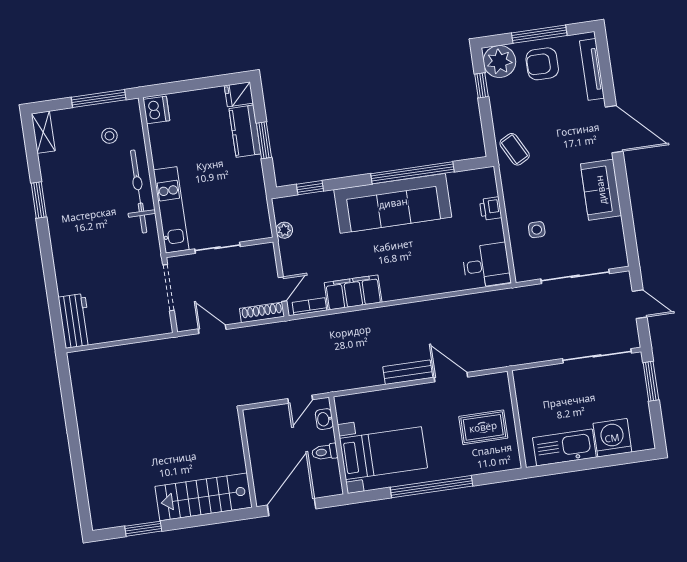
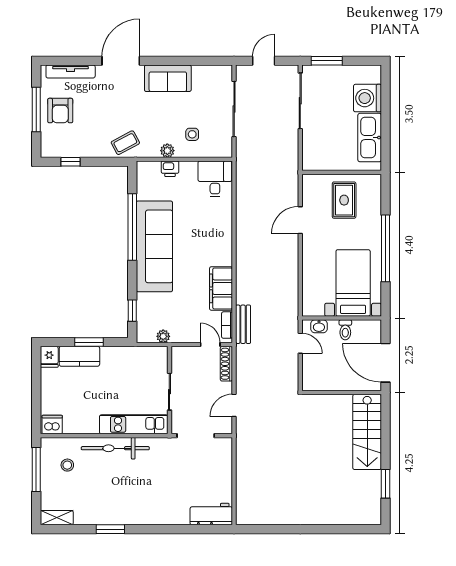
plant: (499, 61) -> (167, 151), moved, width x0.53, depth x0.53
bench: (408, 372) -> (243, 324), moved

